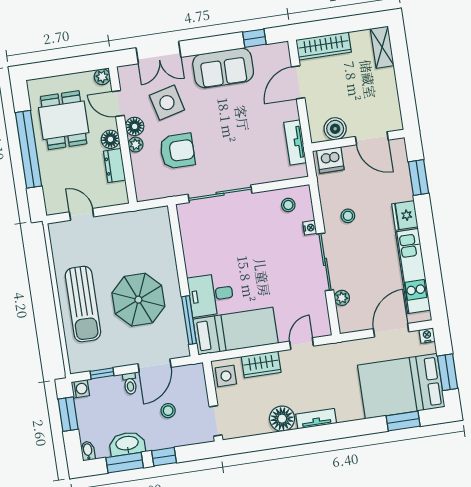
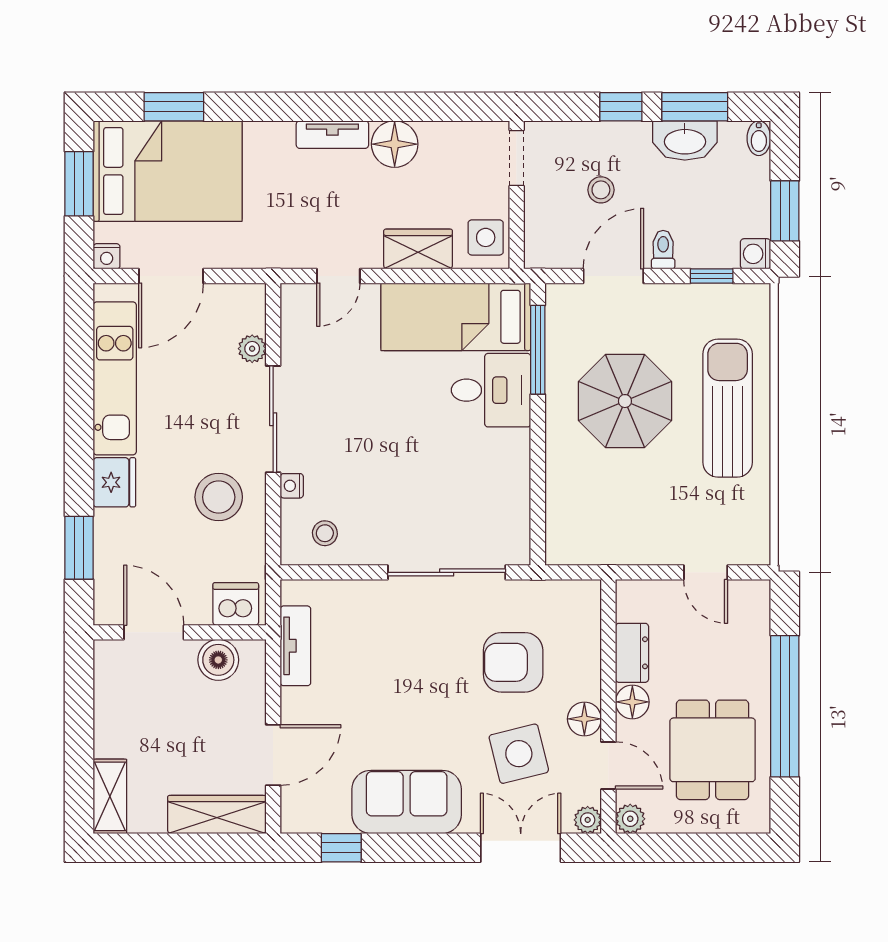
plant: (136, 145) -> (588, 820), moved
stool: (348, 216) -> (219, 497), width x1.89, depth x1.89

